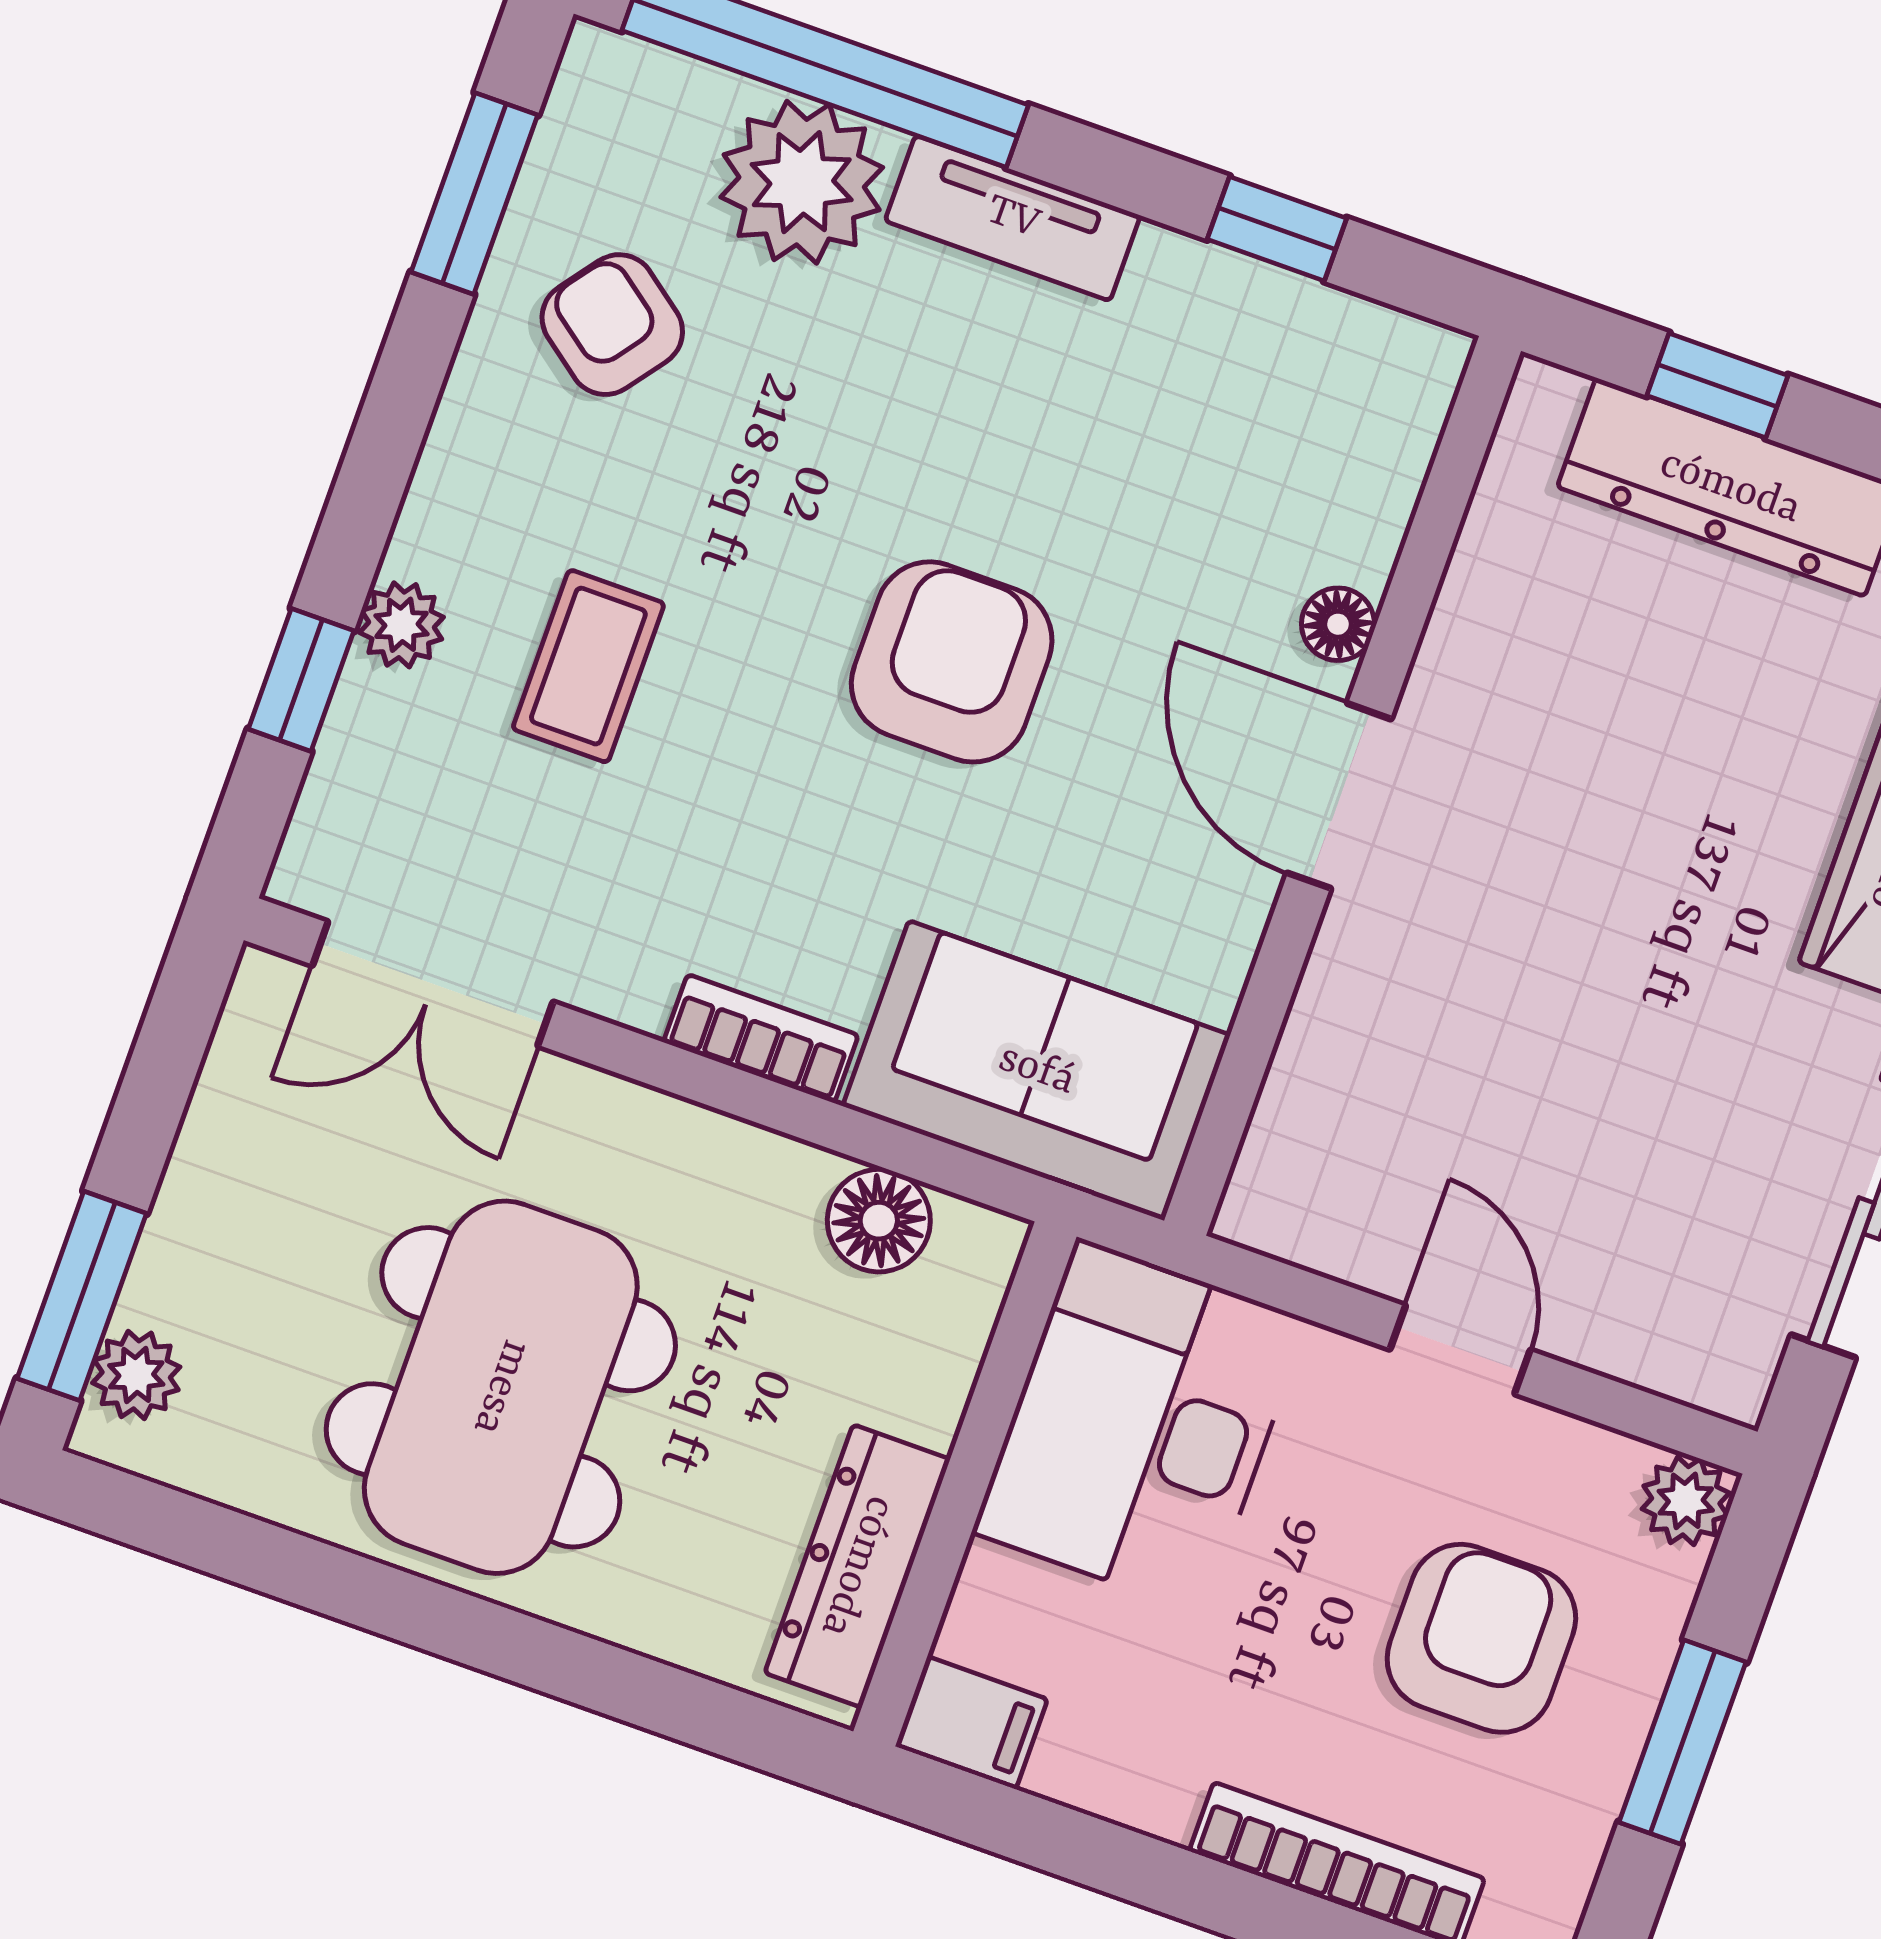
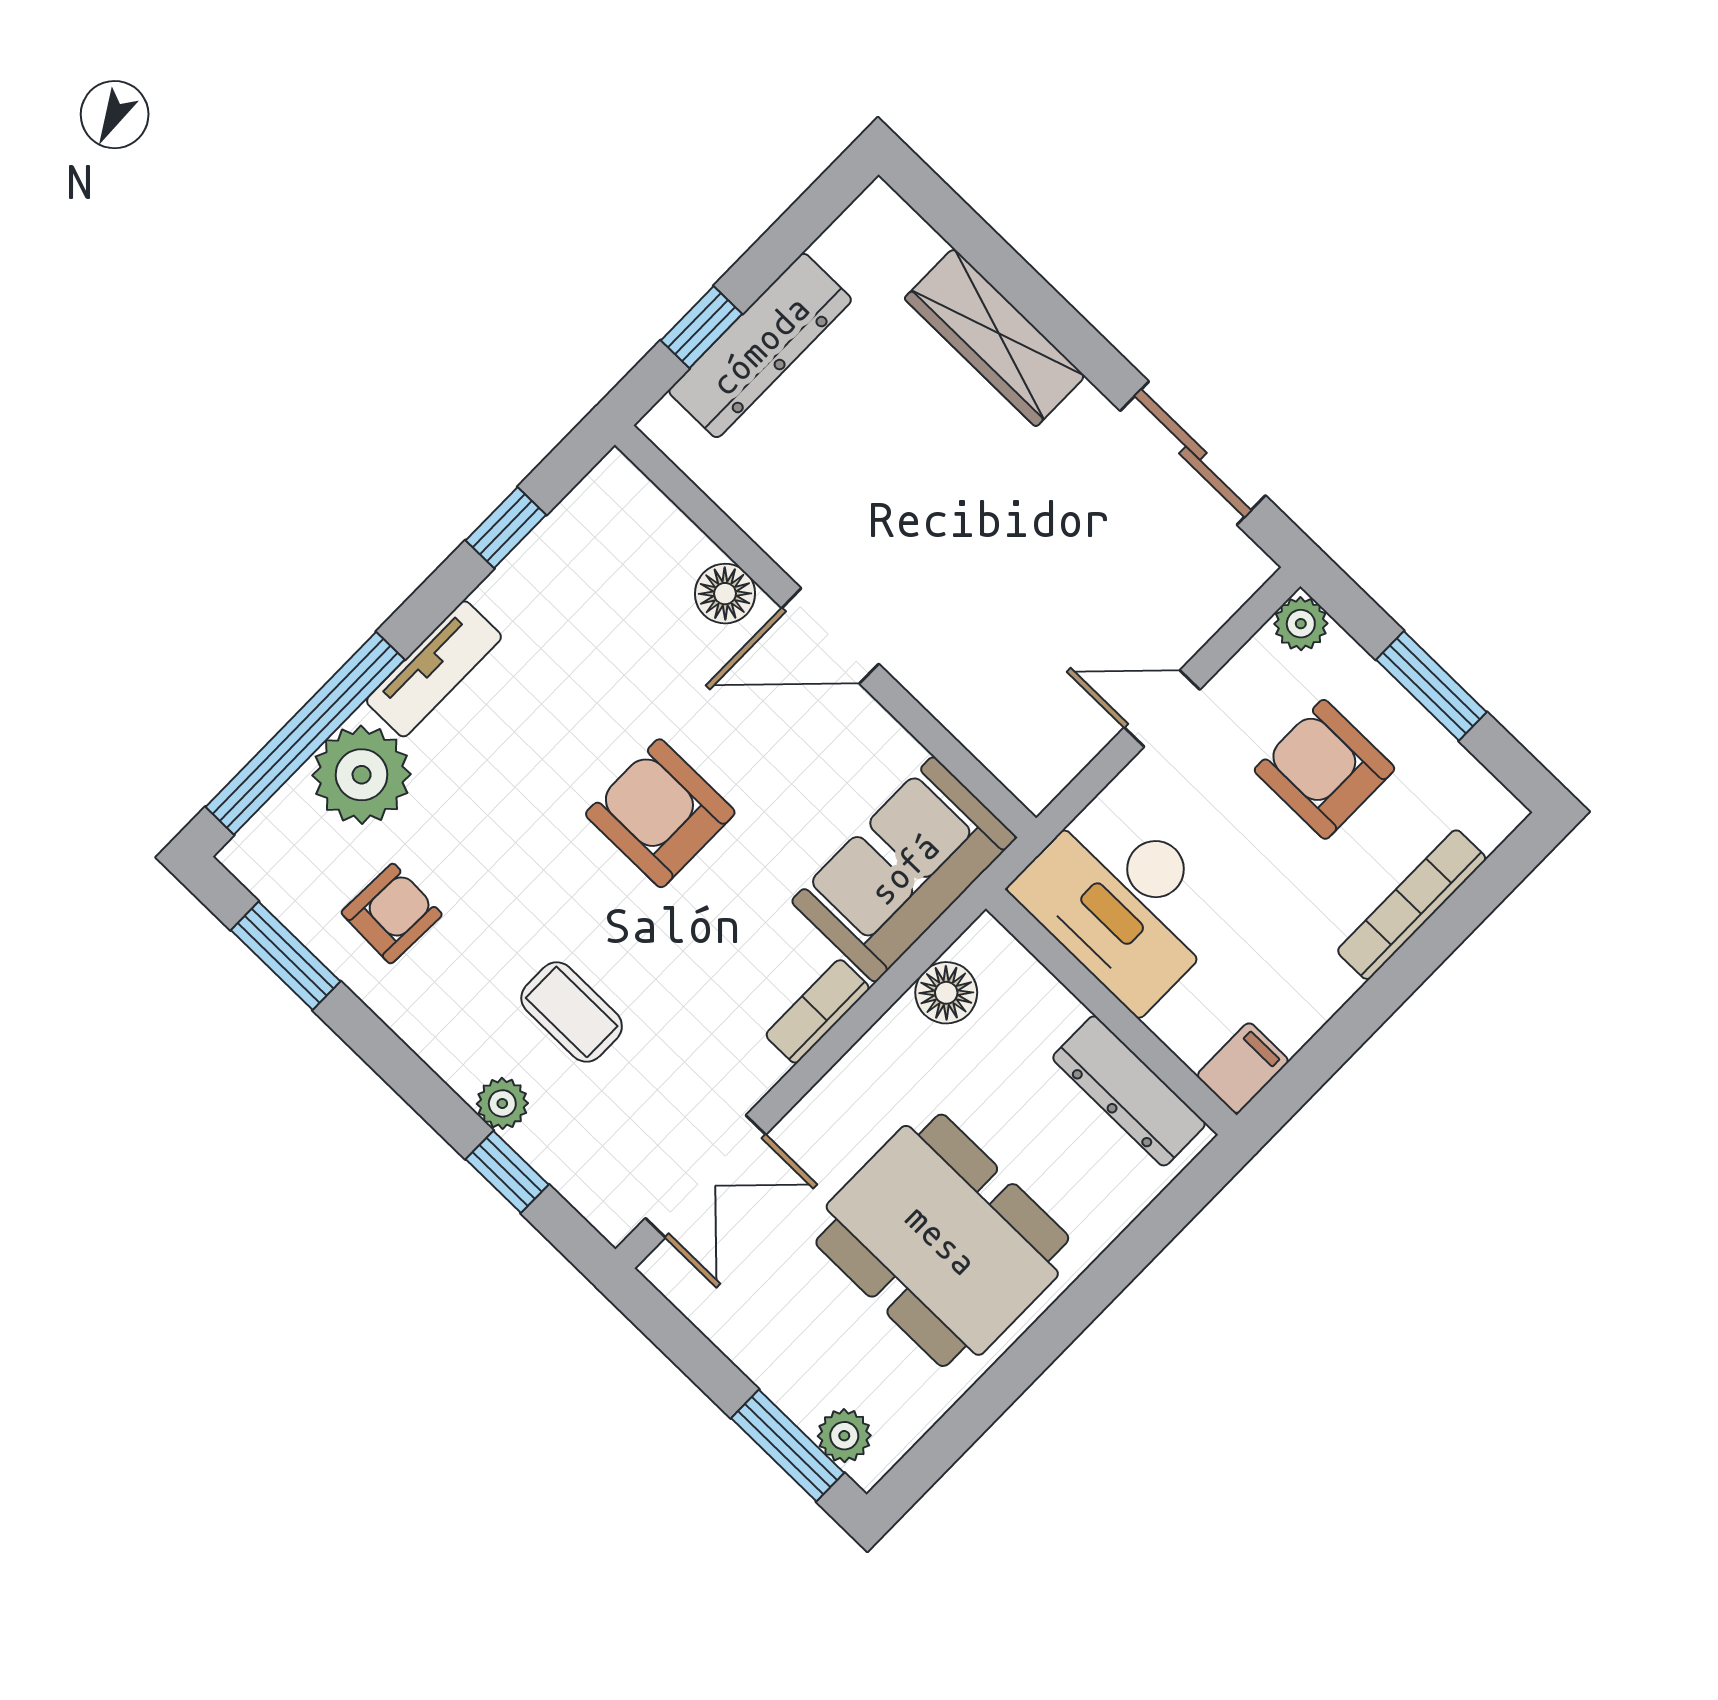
armchair: (612, 325) -> (392, 914), turned 145
floor lamp: (1338, 624) -> (725, 594), width x1.37, depth x1.37

